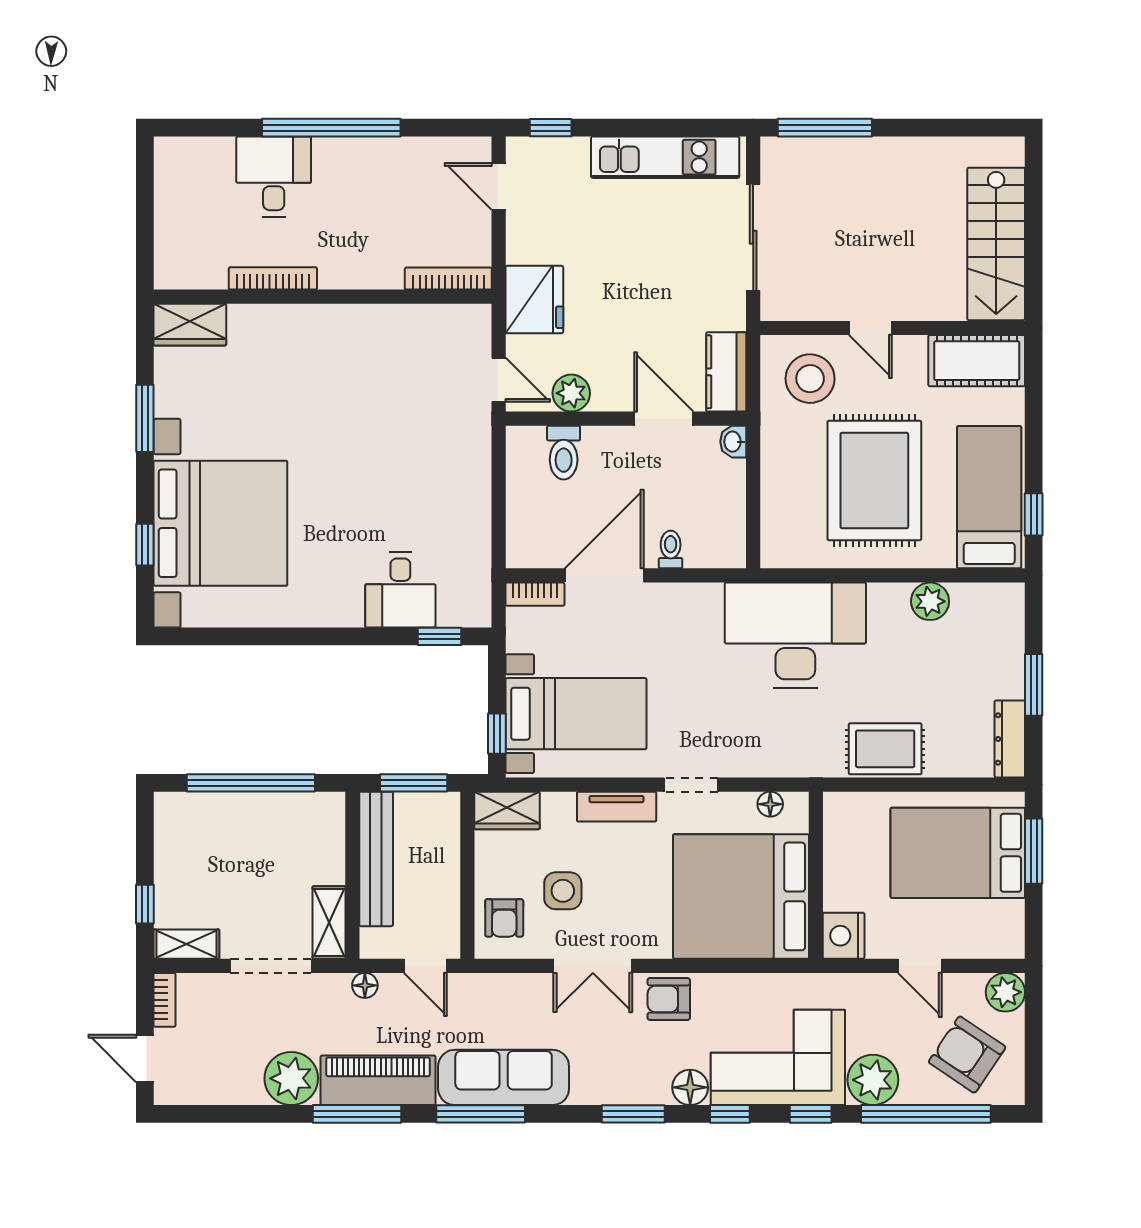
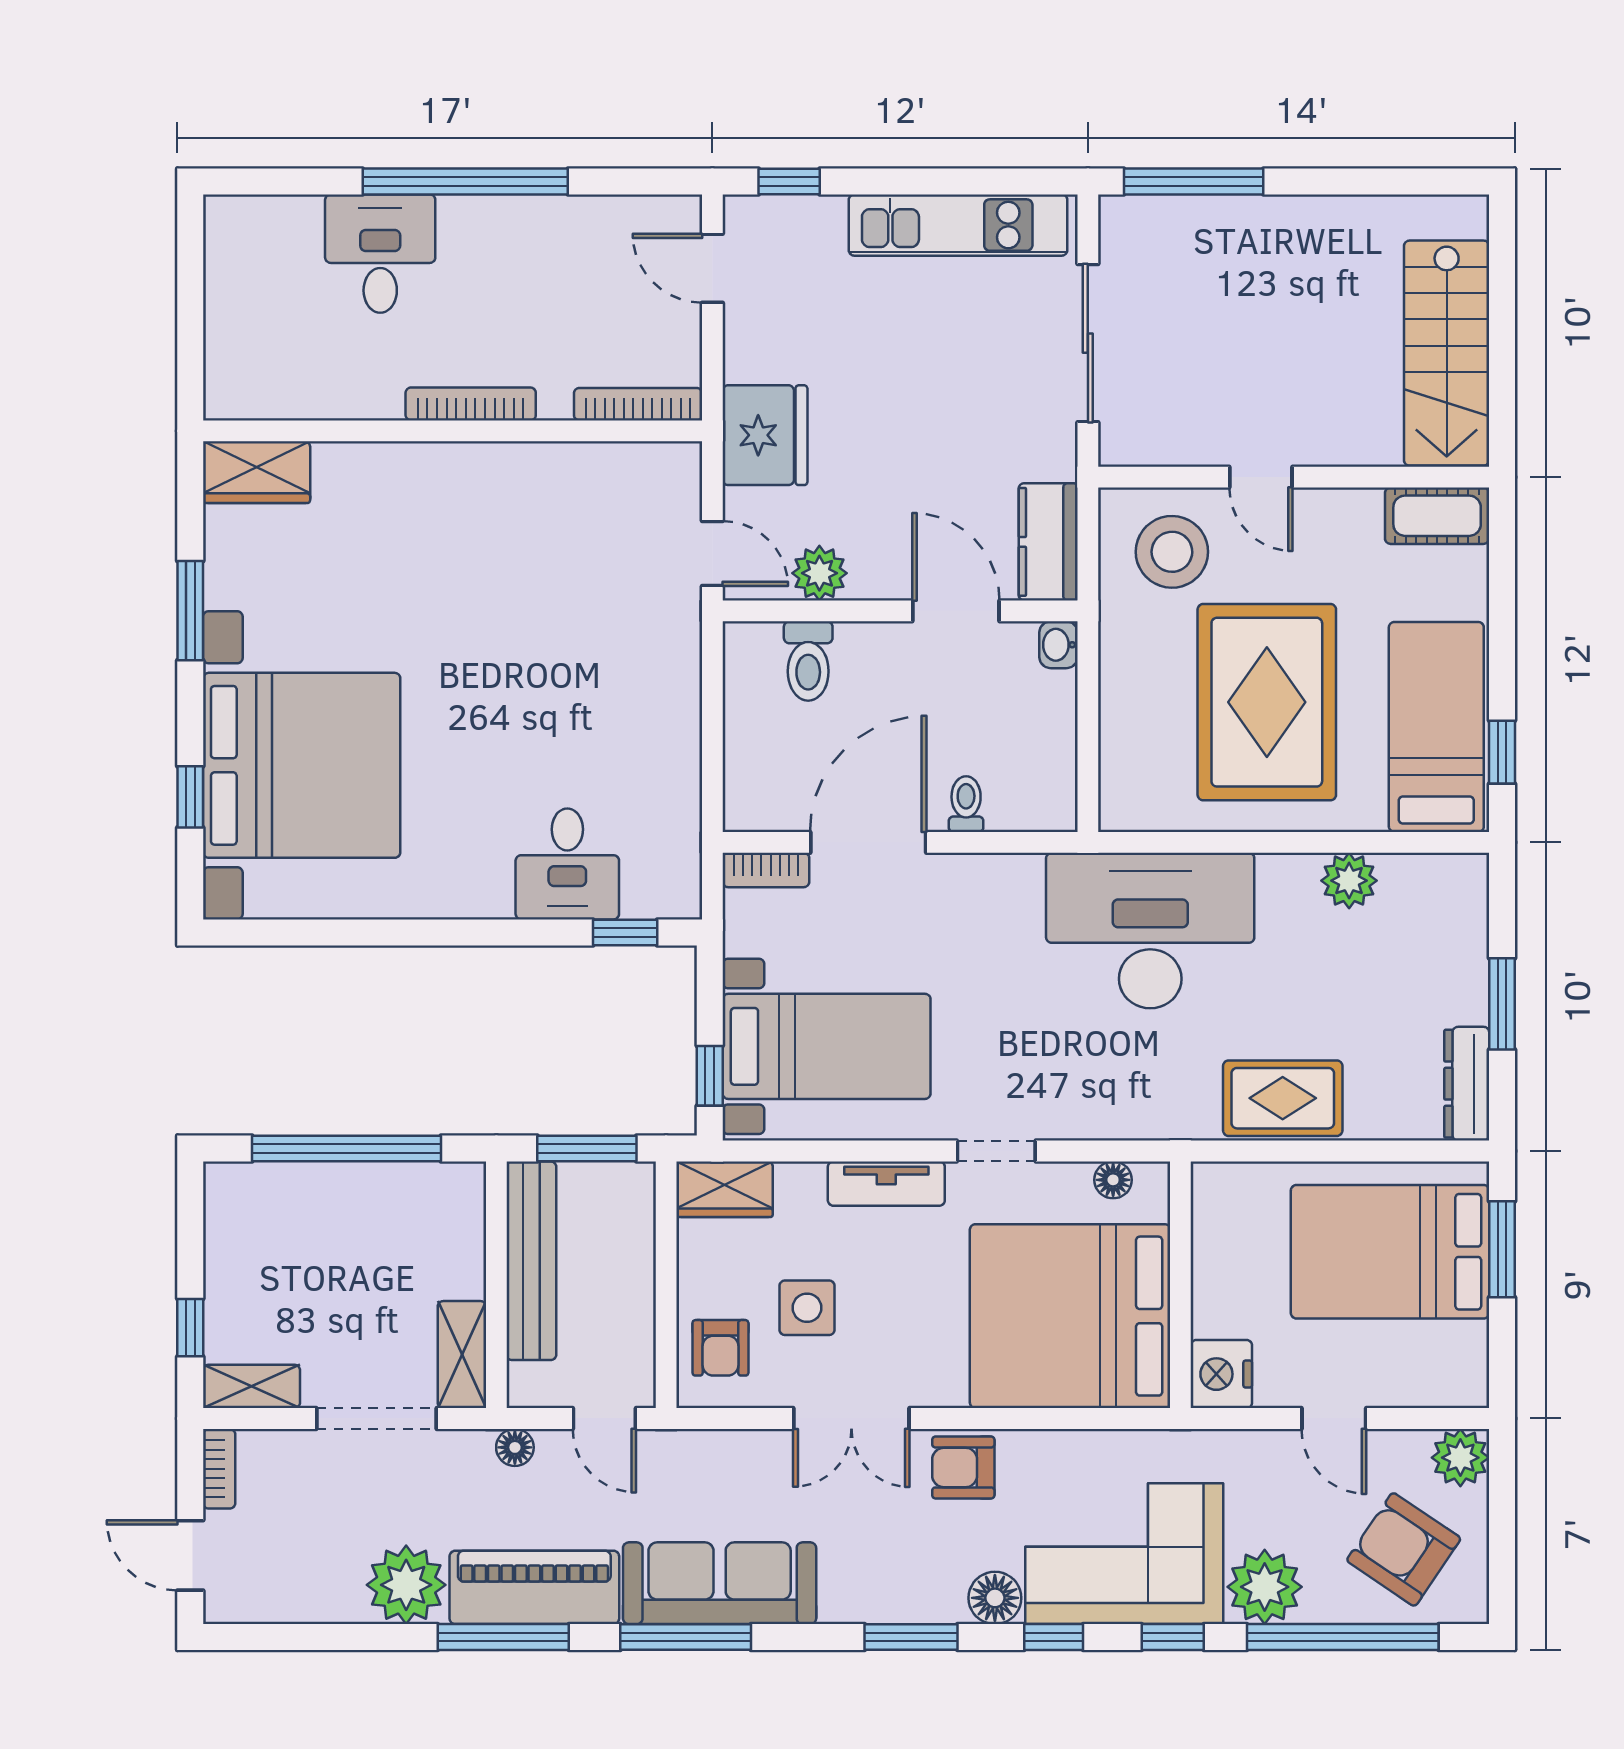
bookcase: (273, 278) -> (471, 404), moved
cot: (977, 361) -> (1437, 516), width x0.73, depth x0.75

